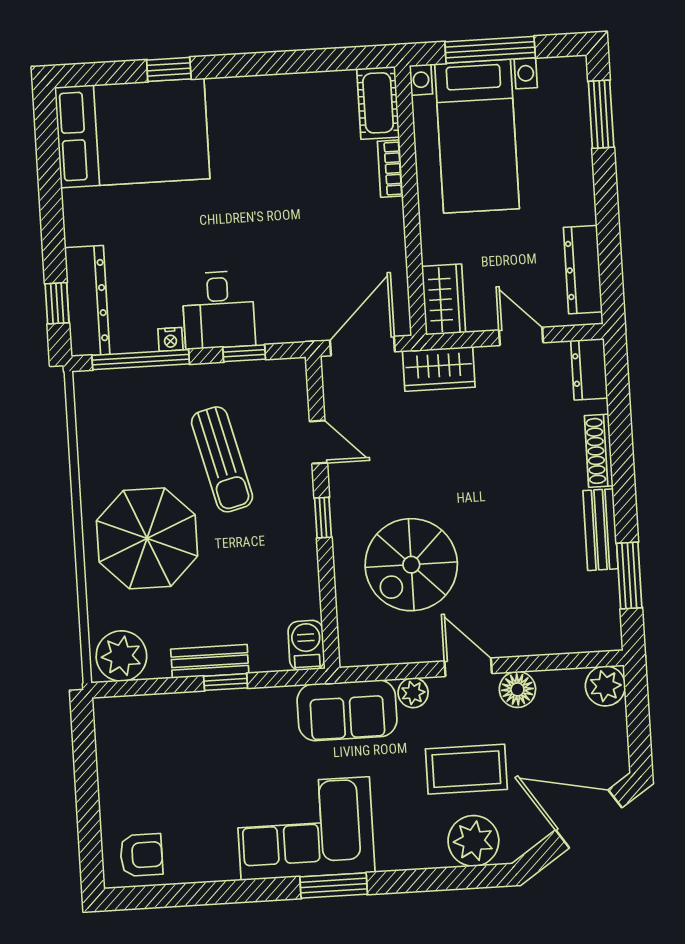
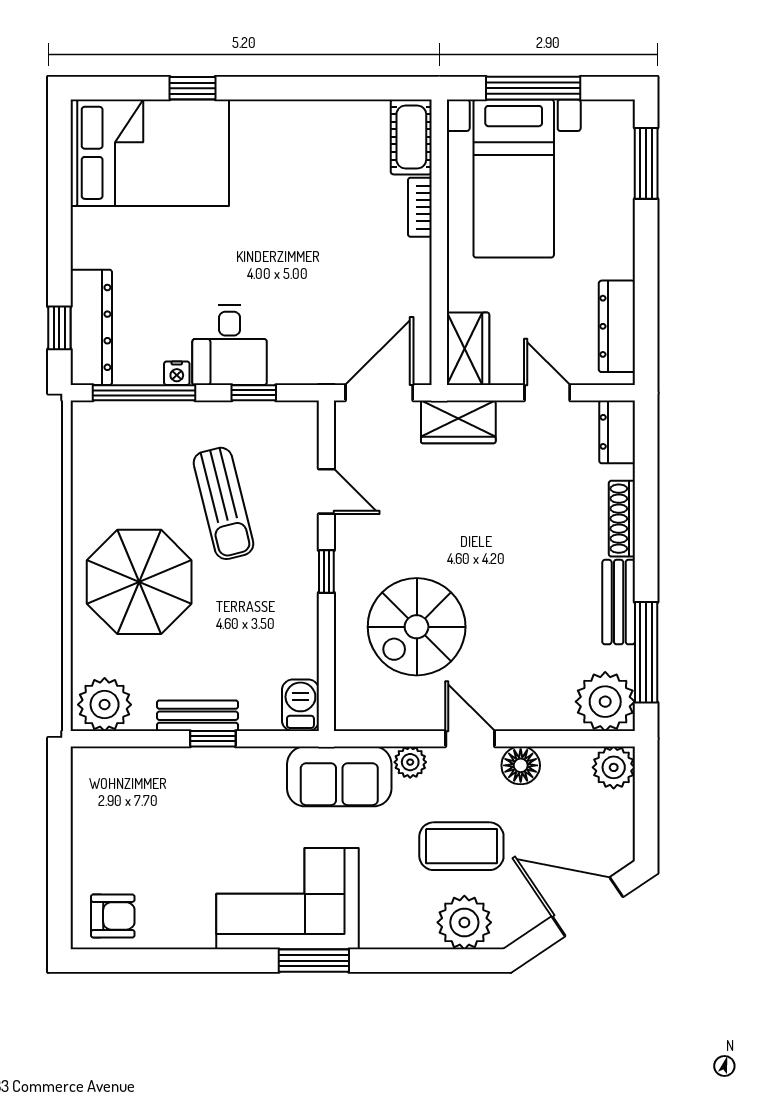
window: (629, 575) -> (646, 652), width x1.44
plant: (594, 624) -> (605, 702), added

